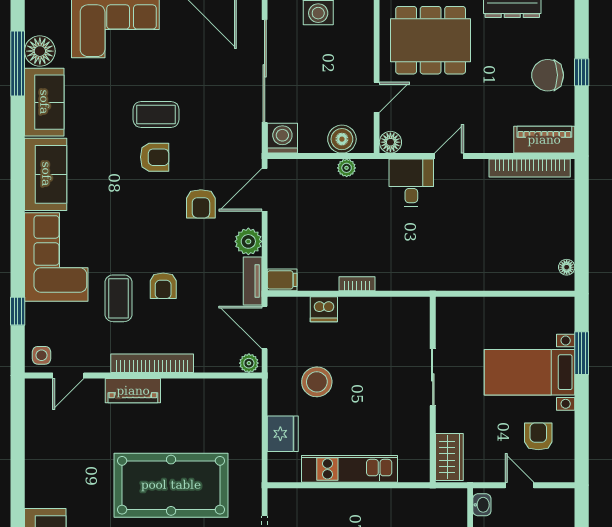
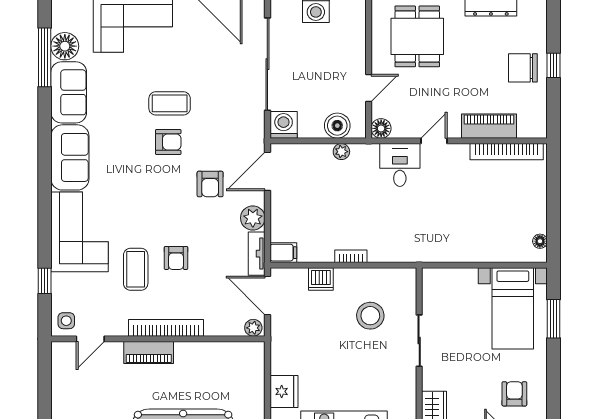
dining table: (431, 40) -> (417, 36), width x0.73
piano: (544, 140) -> (489, 126), moved
bed with nightstands: (530, 372) -> (513, 308), moved, turned -90
stool: (317, 382) -> (370, 316), moved

